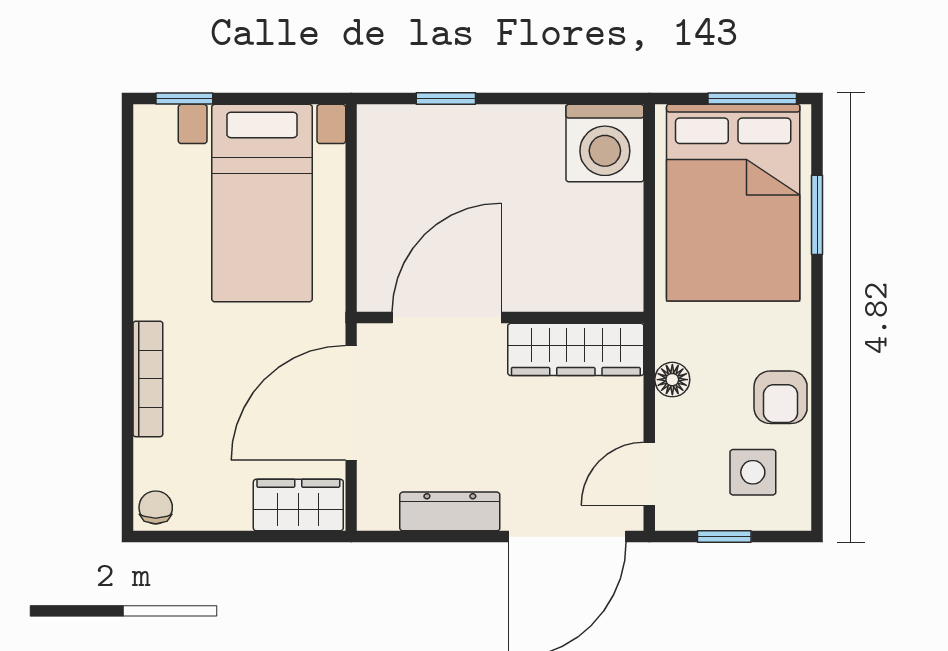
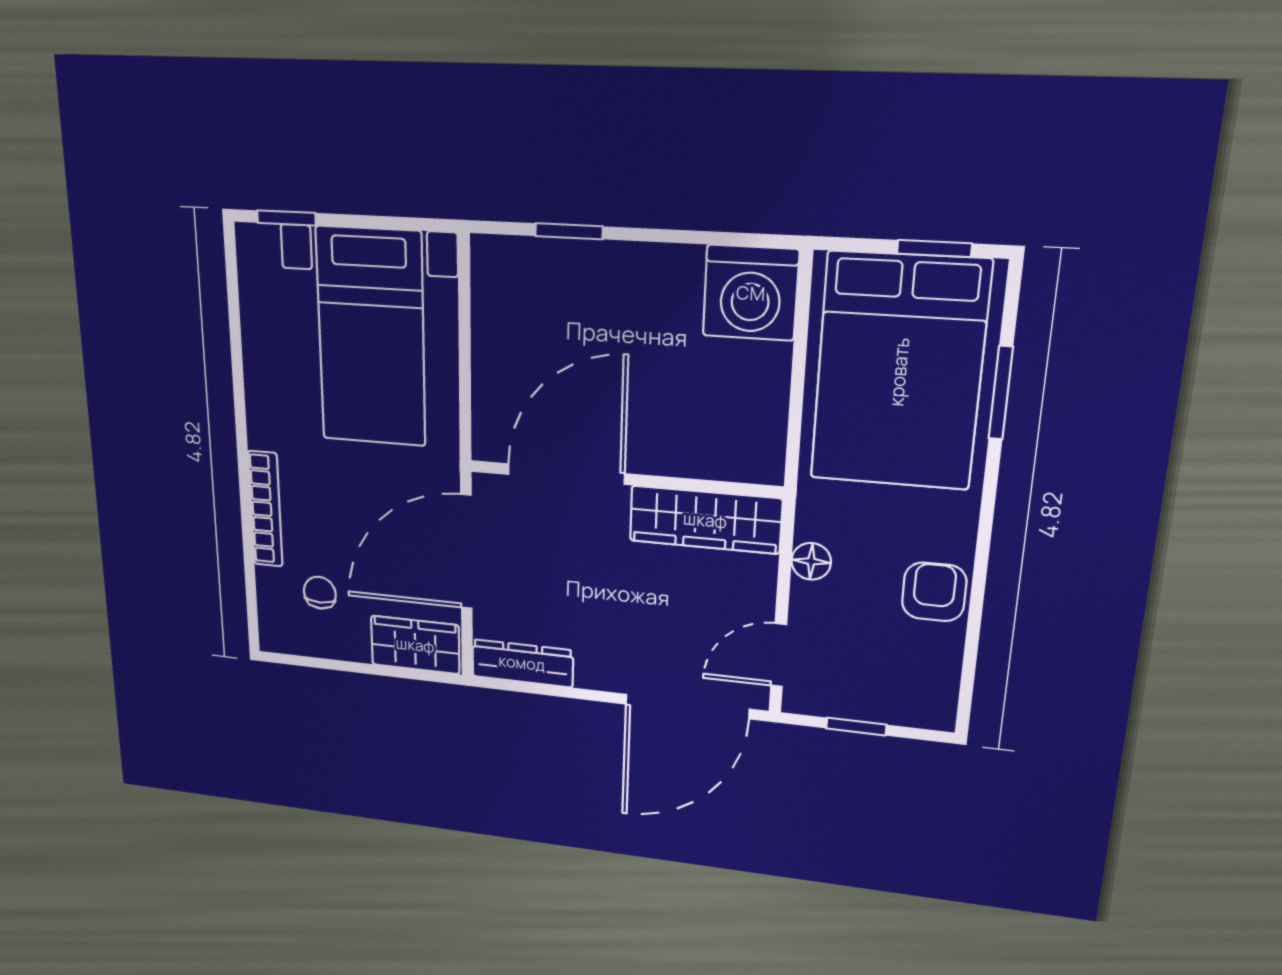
window: (752, 99) -> (934, 249), width x0.67
armchair: (781, 397) -> (934, 592), turned 180
side table: (753, 472) -> (894, 666), removed
chair: (156, 507) -> (320, 593), moved
dresser: (450, 511) -> (522, 663), moved

